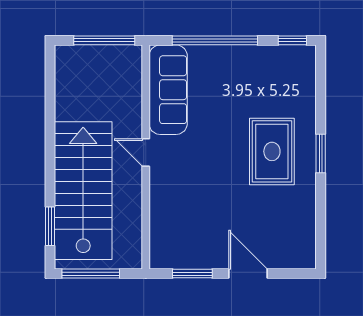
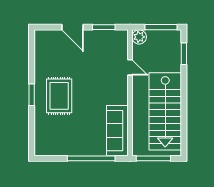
window: (292, 40) -> (48, 158), removed
door: (146, 153) -> (130, 67), moved
stairs: (83, 191) -> (165, 111), moved
plant: (130, 256) -> (139, 37), added

